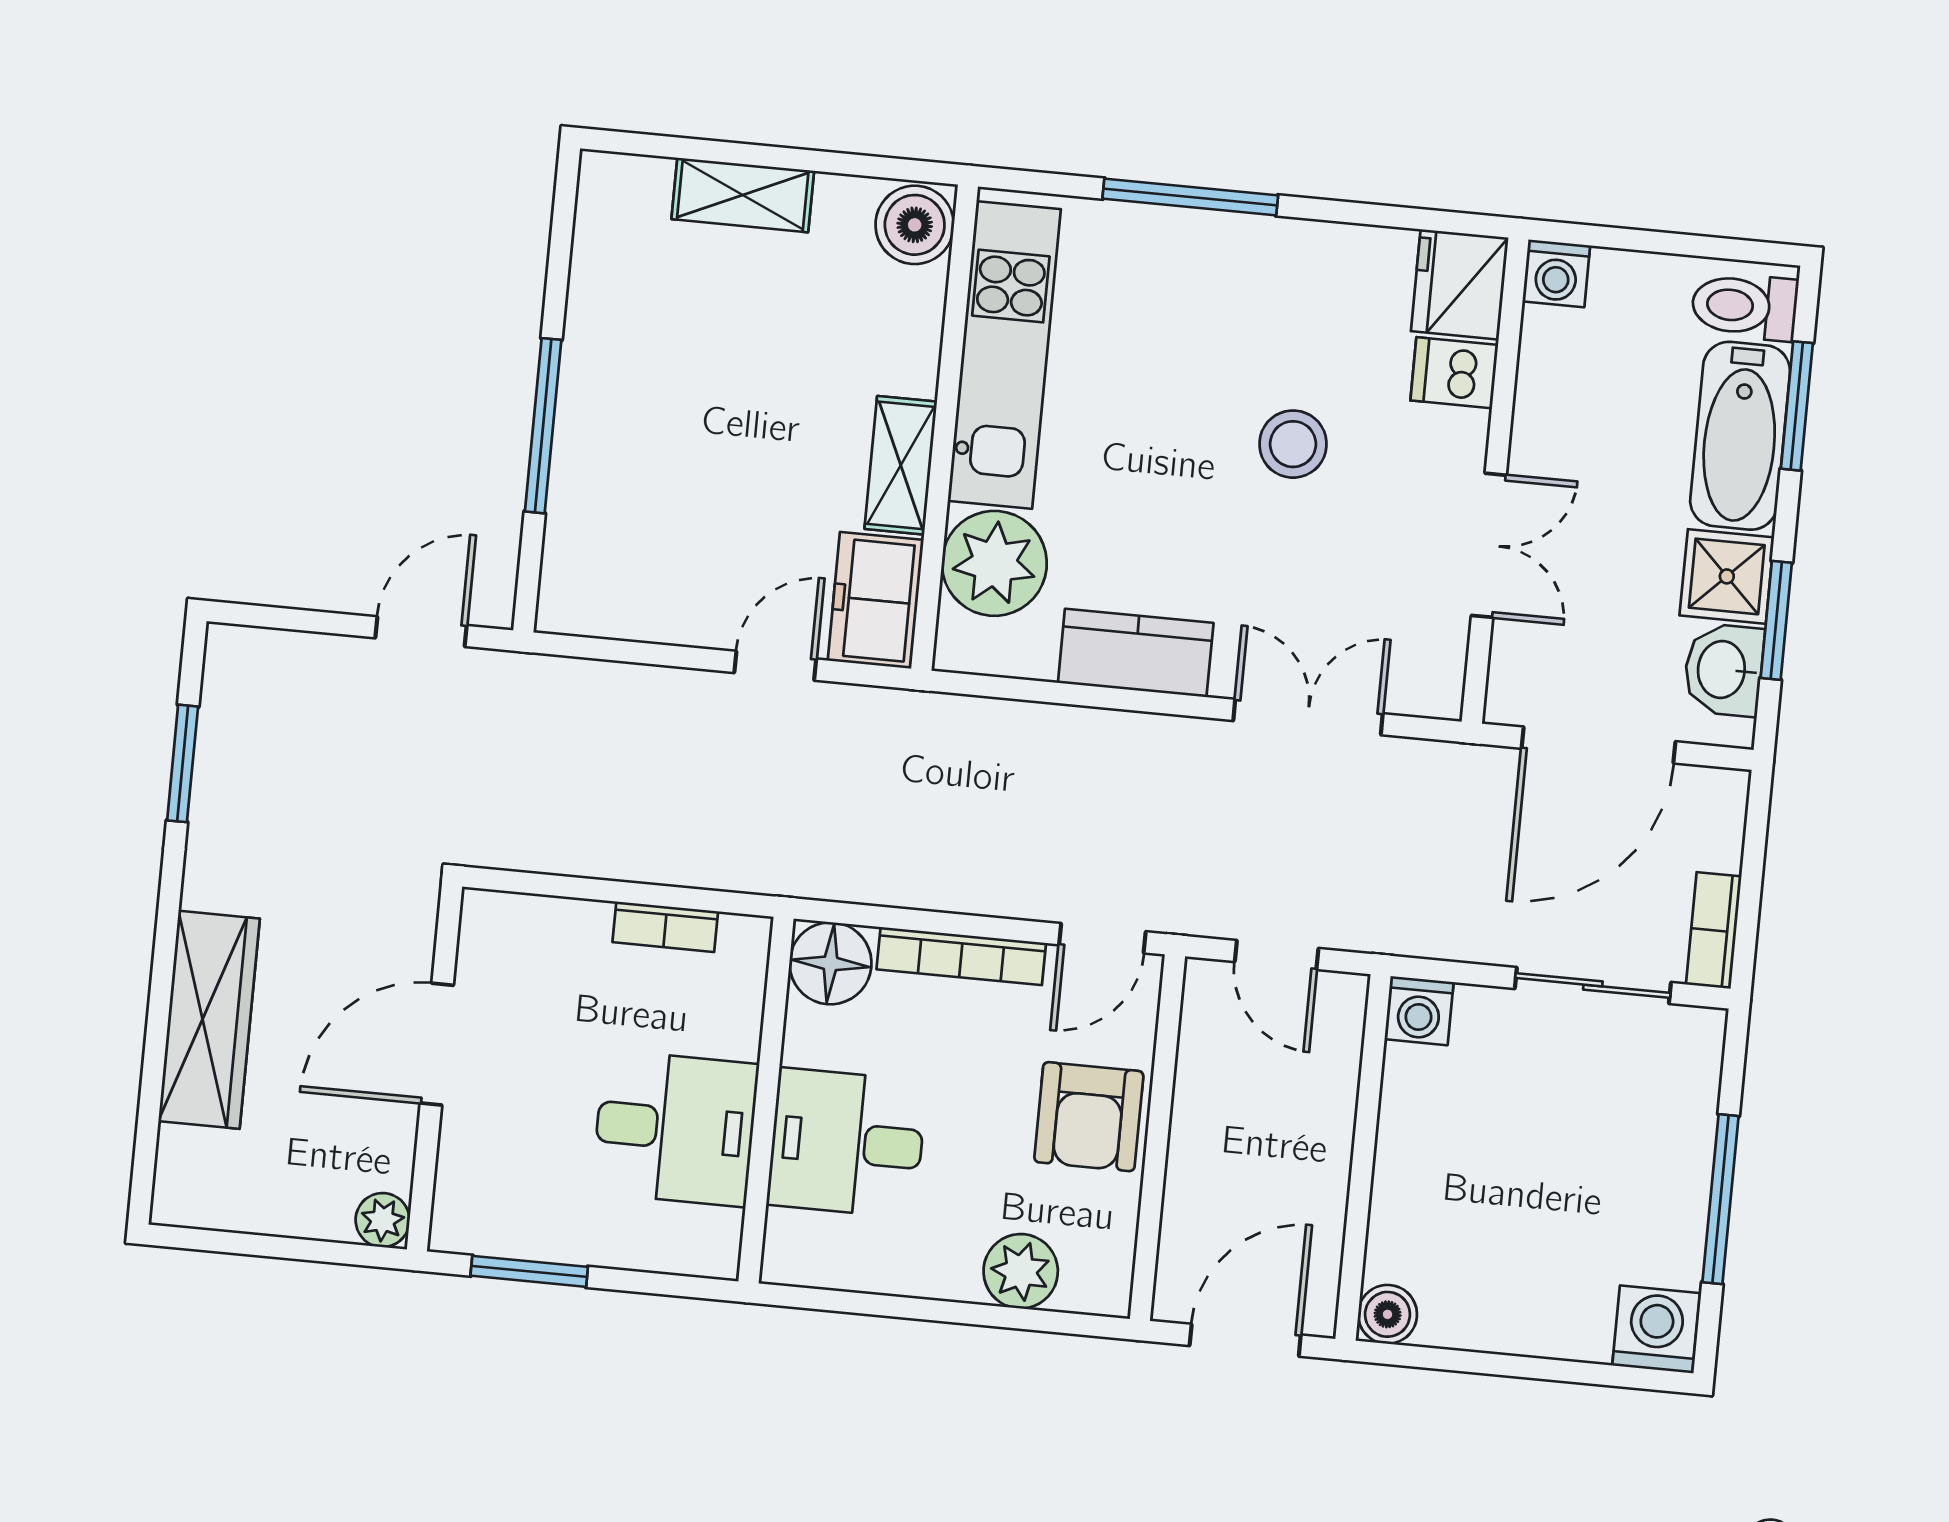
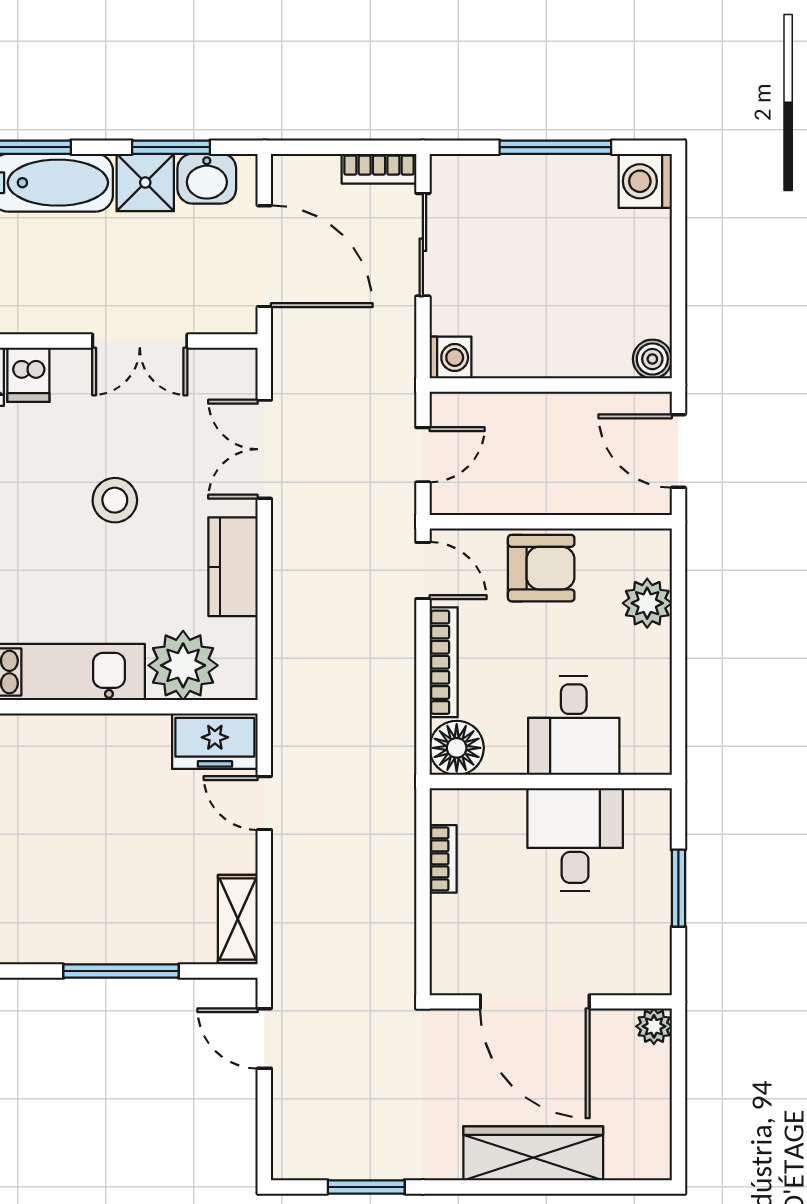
stool: (1293, 444) -> (115, 500), moved
shelving: (901, 465) -> (238, 919), moved, turned 90
double door: (1489, 545) -> (140, 341), swing flipped
door: (437, 1044) -> (535, 1002), width x1.36
window: (529, 1271) -> (678, 888), moved

